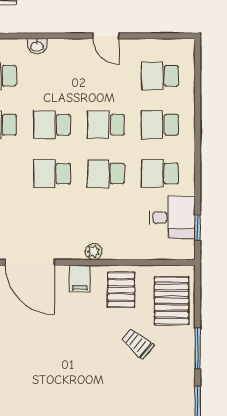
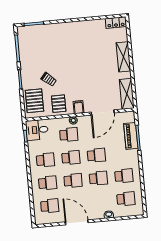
door: (106, 36) -> (77, 222), width x1.88
desk: (172, 217) -> (37, 130), moved
school desk: (106, 222) -> (69, 135), added
door: (30, 262) -> (103, 113), swing flipped

